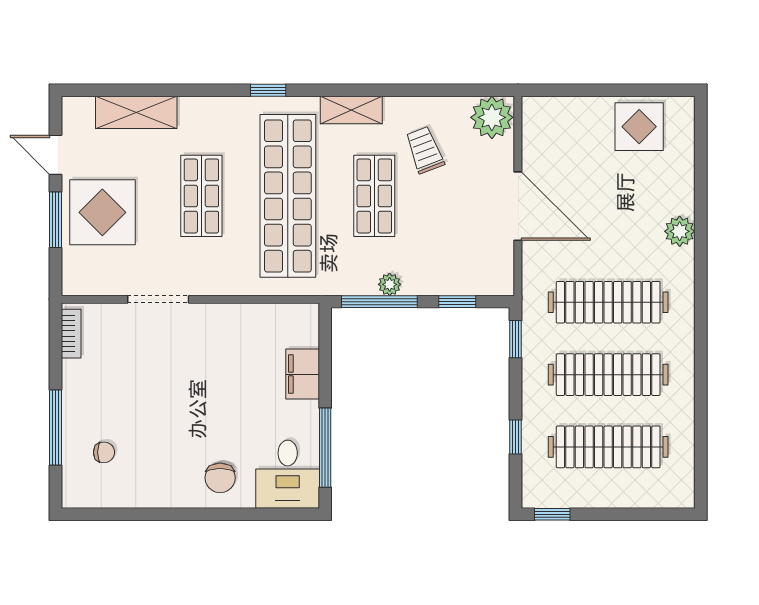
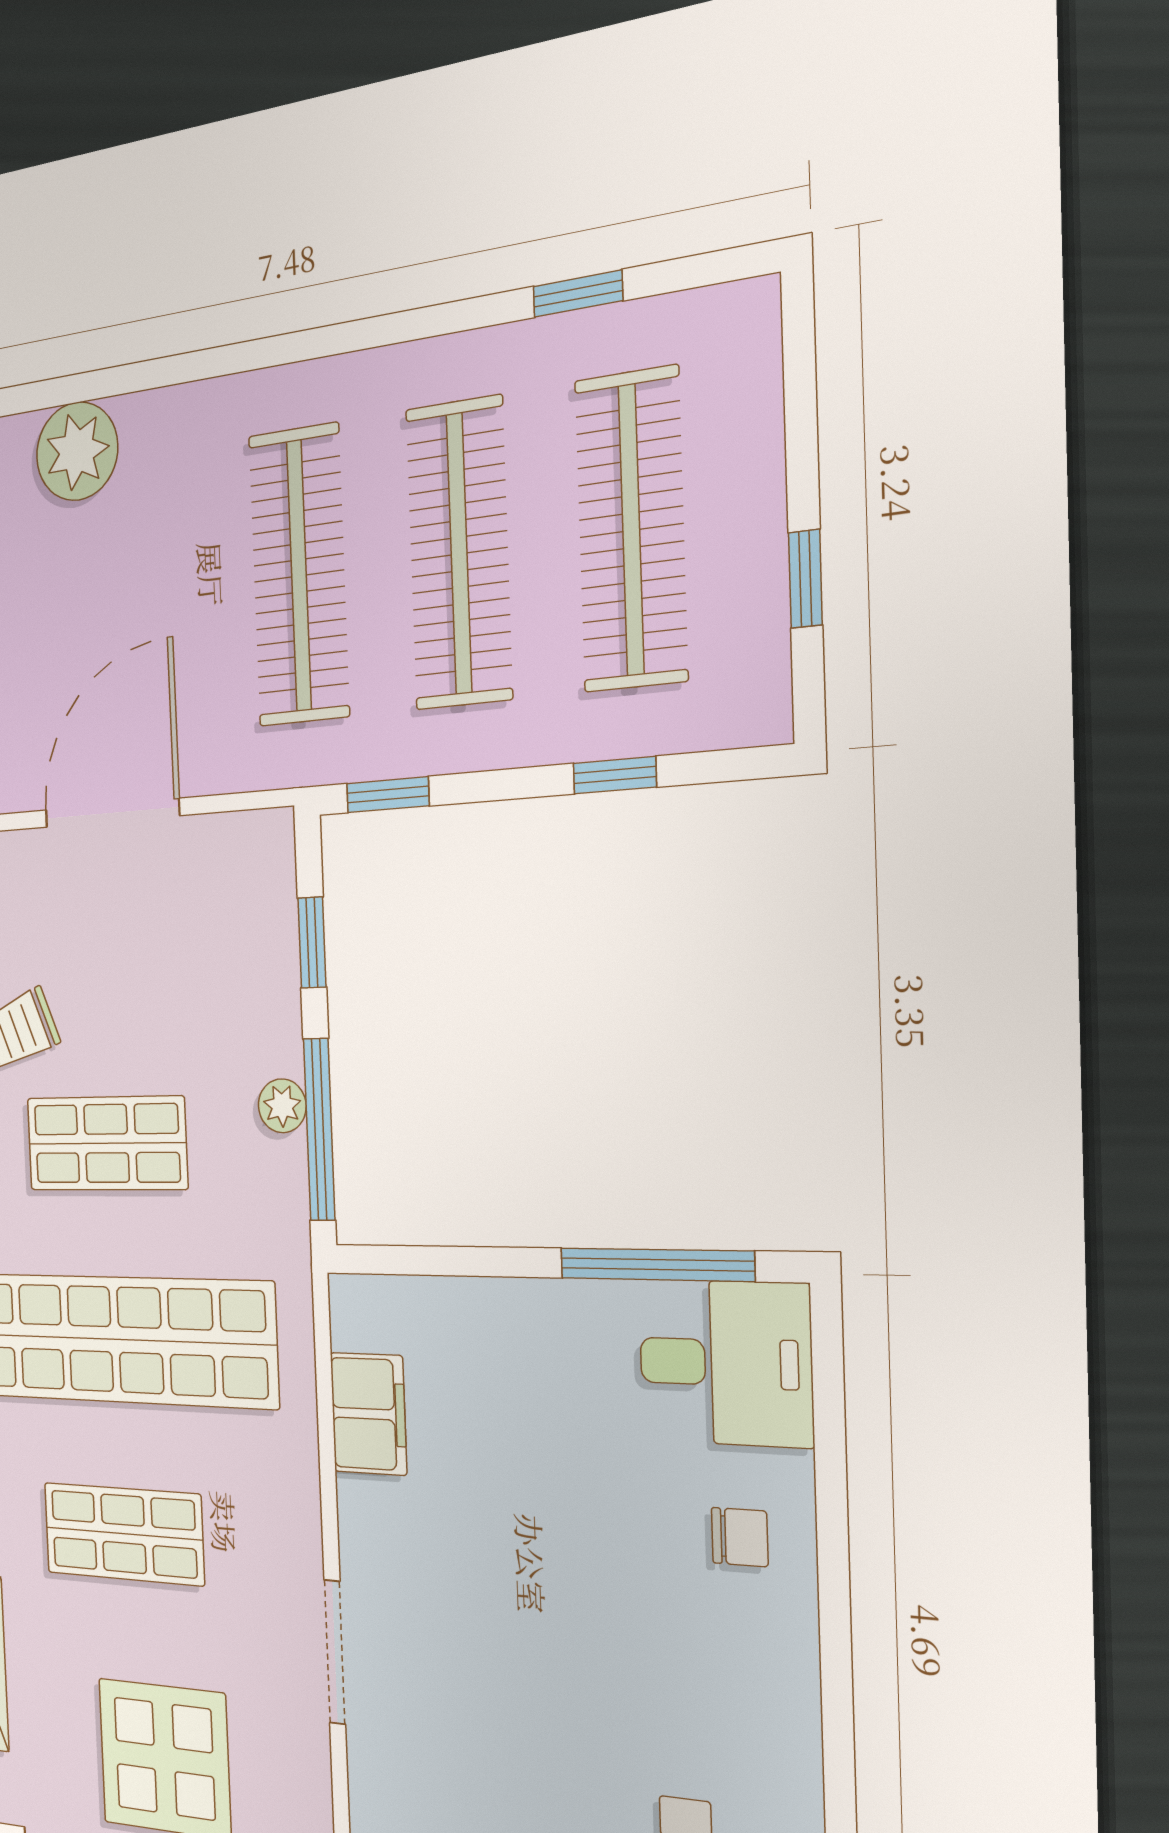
plant: (680, 231) -> (77, 451), moved, width x1.36, depth x1.36
filing cabinet: (303, 374) -> (368, 1414), moved, turned -90
window: (701, 428) -> (578, 294), added
chair: (220, 478) -> (740, 1537), width x0.73, depth x0.73
window: (552, 514) -> (805, 579), moved

